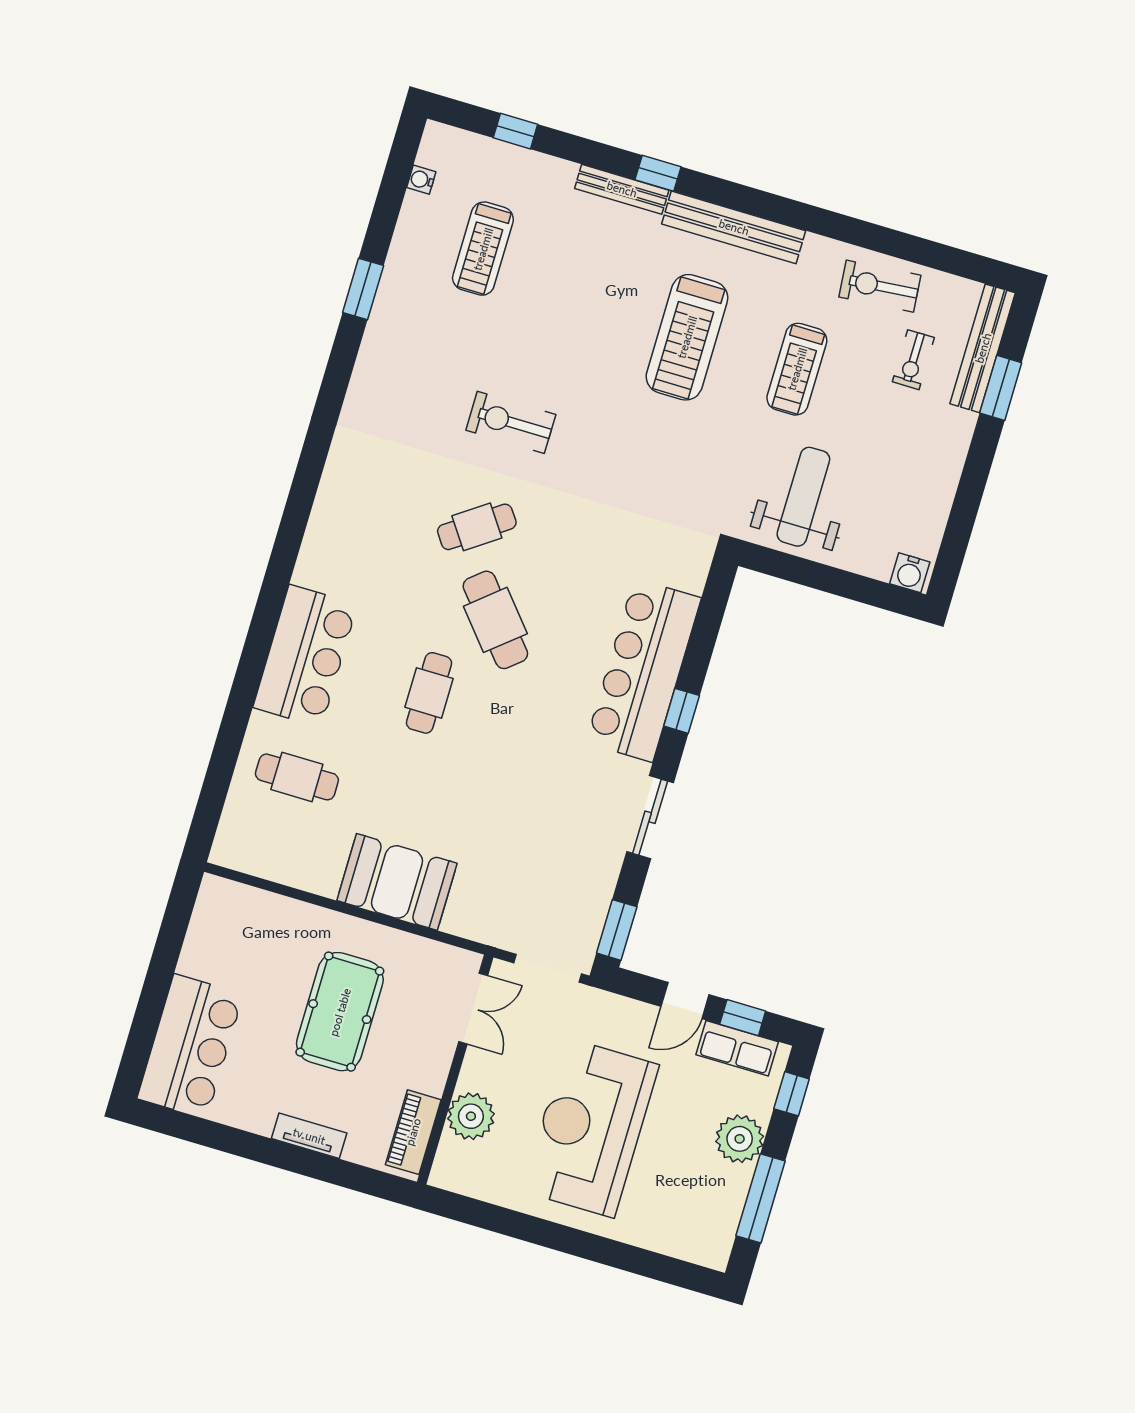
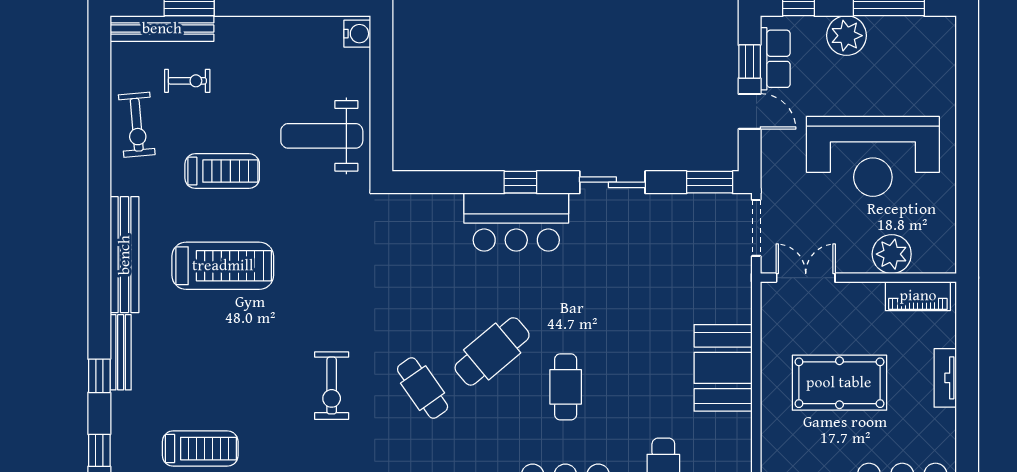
window: (658, 173) -> (99, 376), moved
bar counter: (643, 670) -> (516, 222), width x0.73
cafe table: (429, 693) -> (566, 387), turned 90

